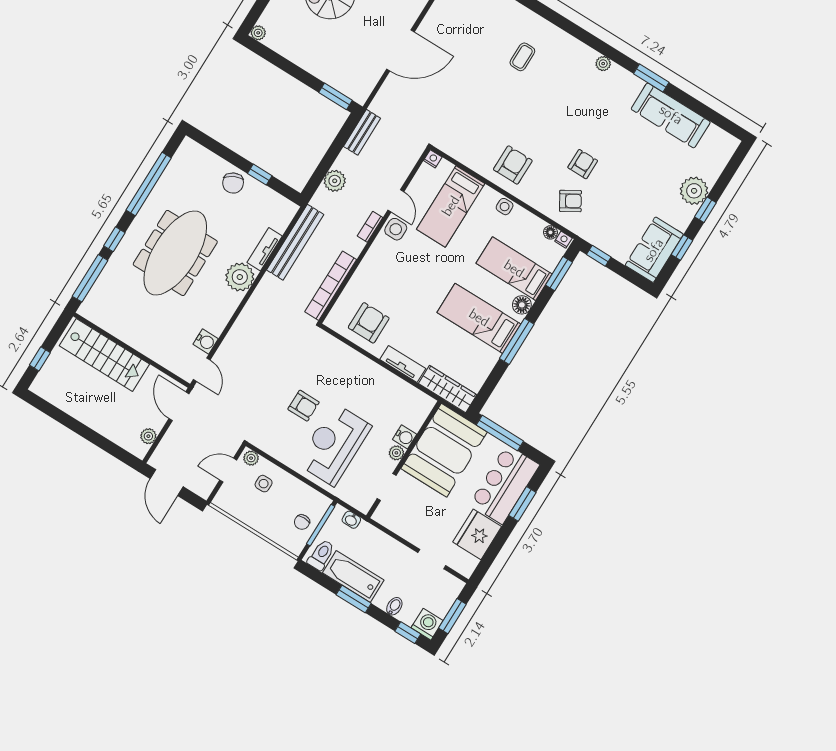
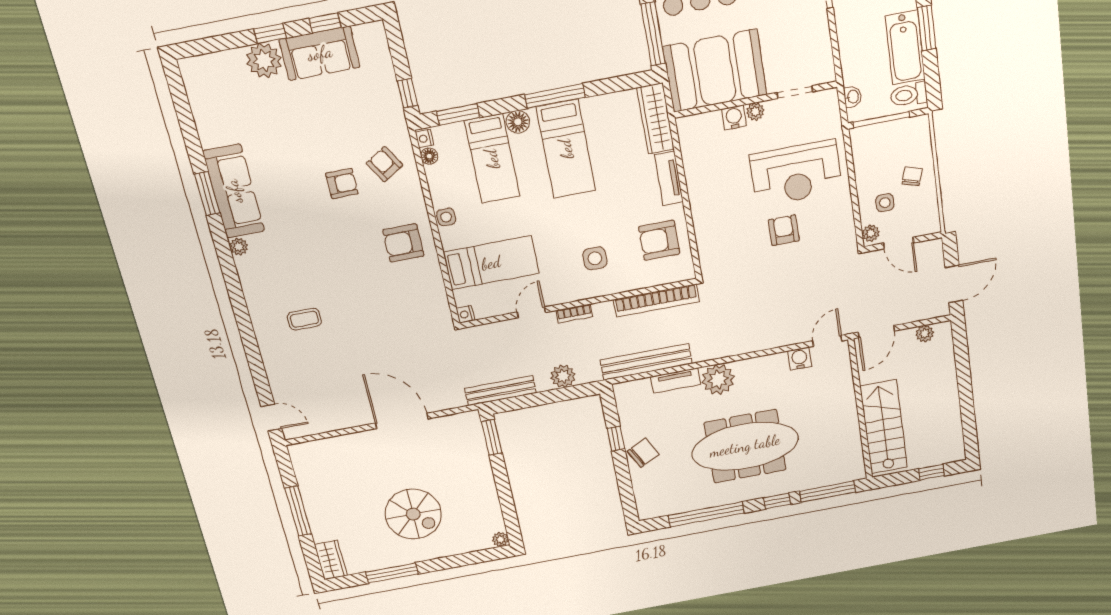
sofa: (671, 115) -> (234, 191), moved
bench: (362, 132) -> (501, 391), width x1.36
armchair: (583, 164) -> (342, 184), turned 180
side table: (396, 229) -> (595, 258), moved
sofa: (654, 250) -> (320, 53), moved
chair: (302, 522) -> (912, 176), moved, turned -73

